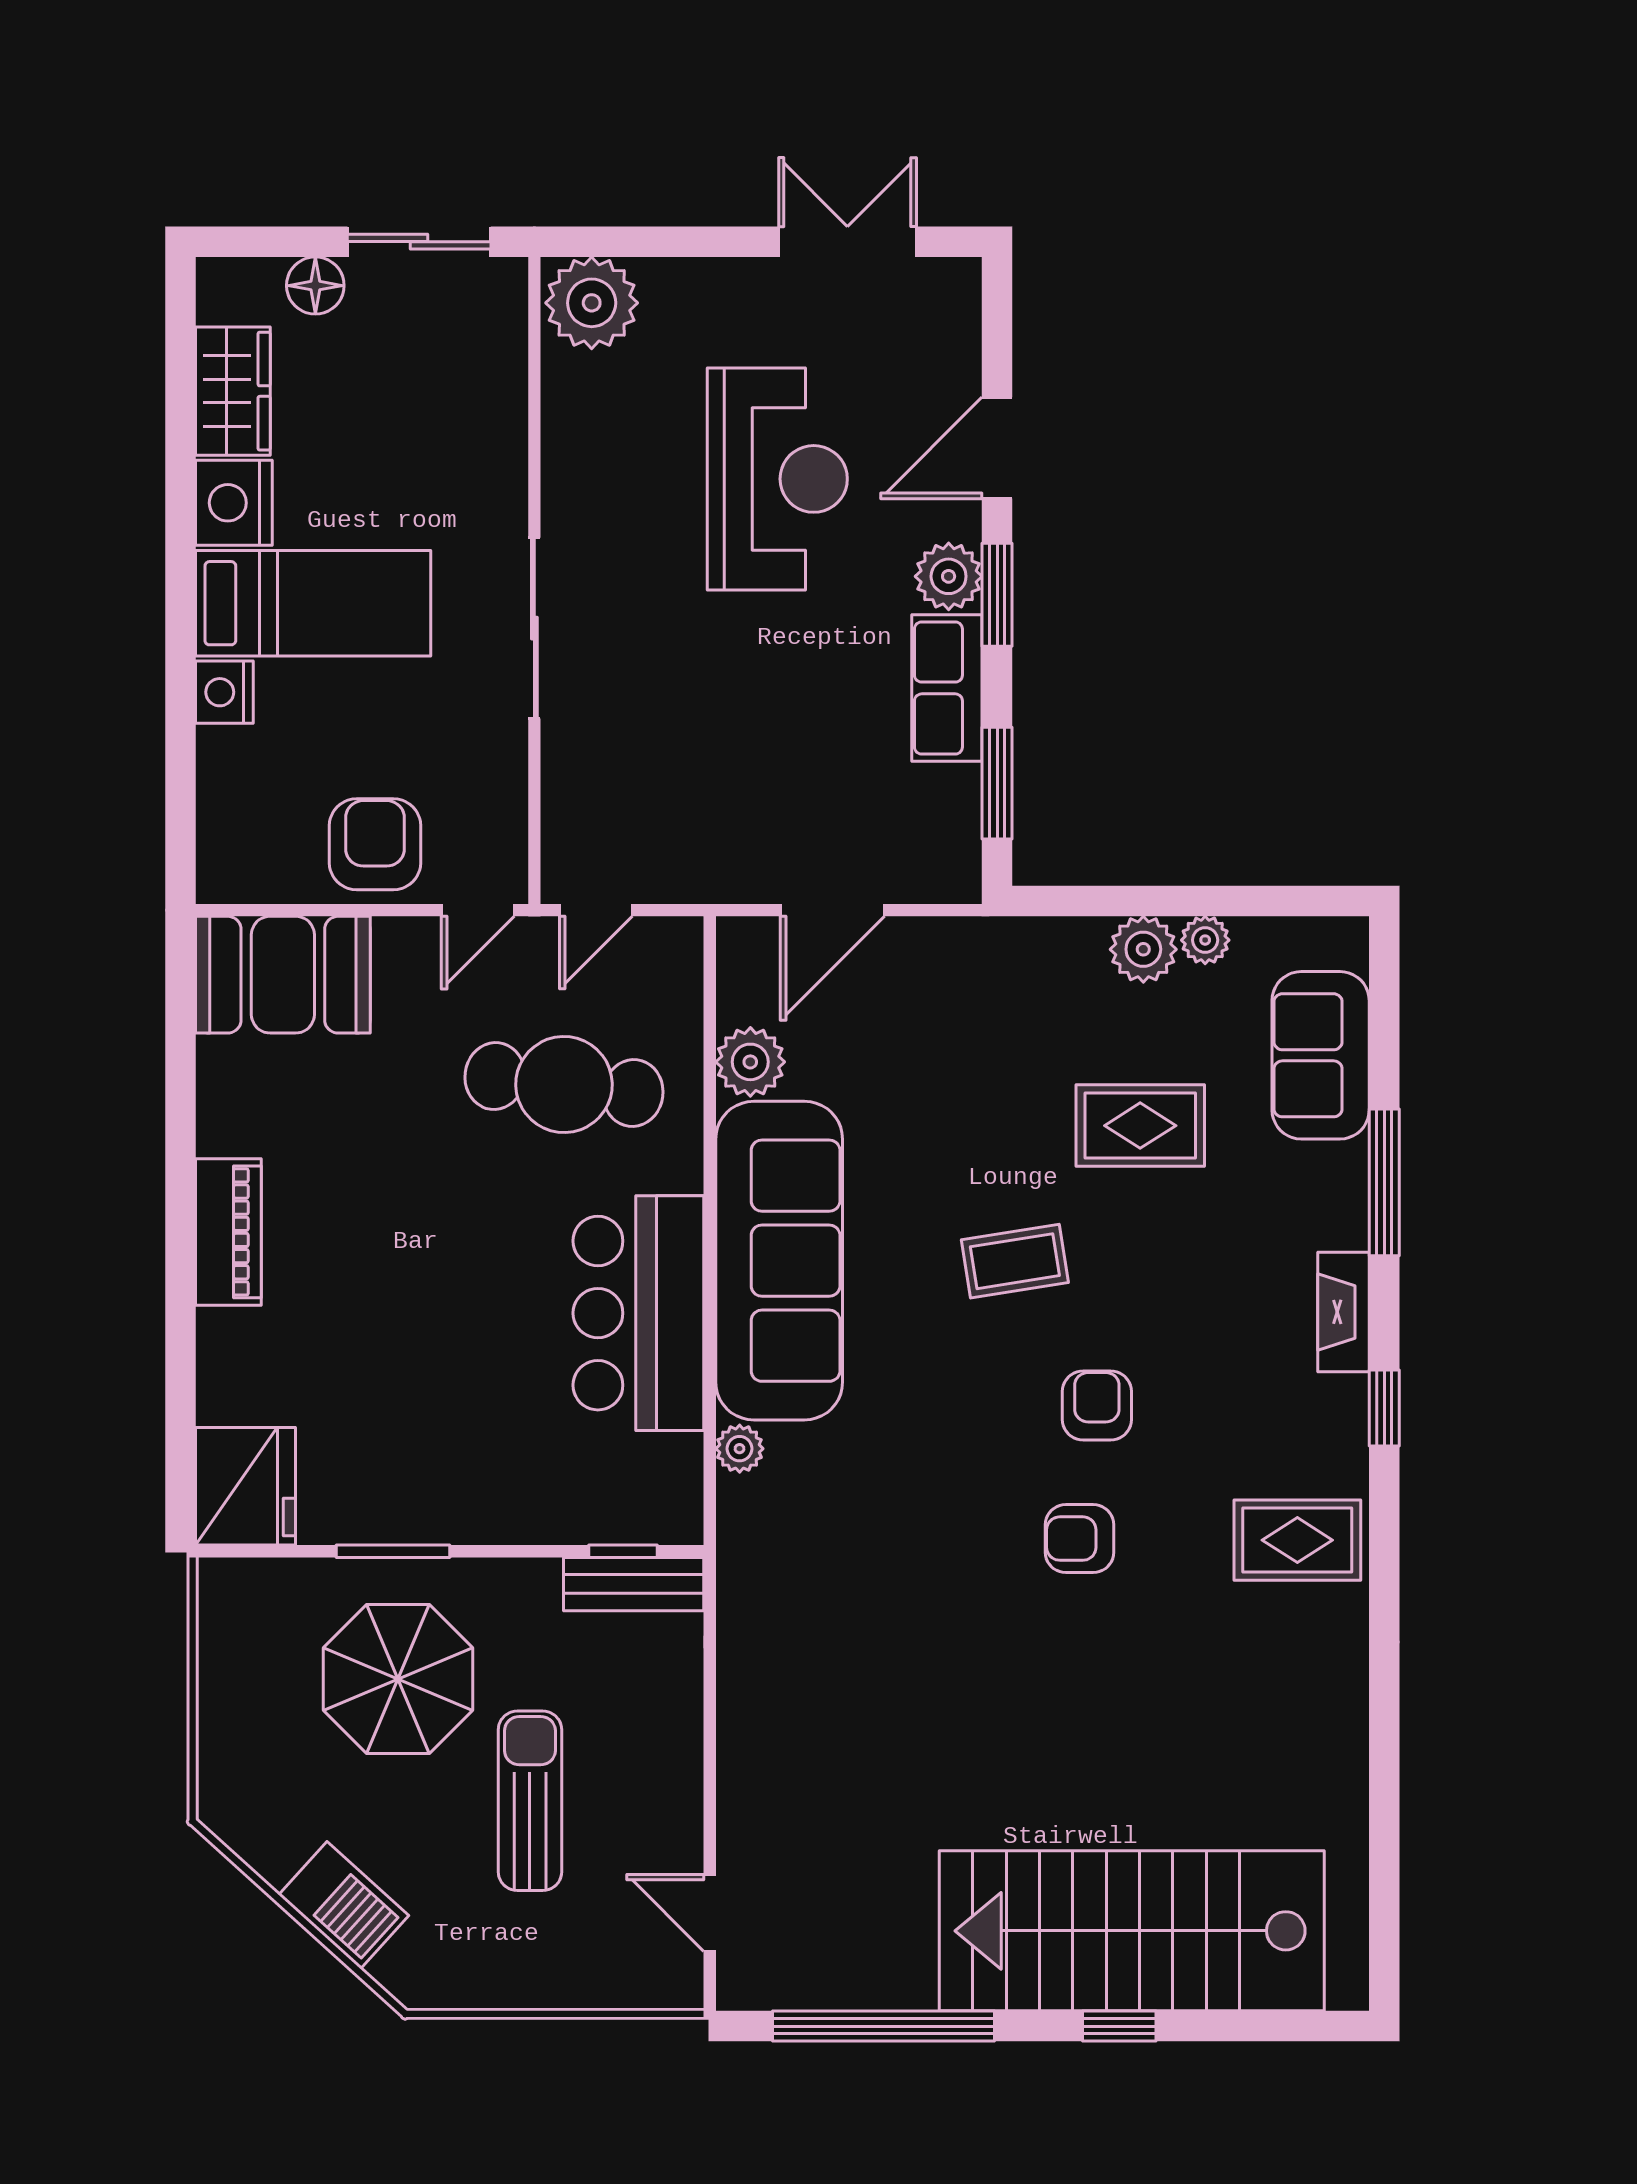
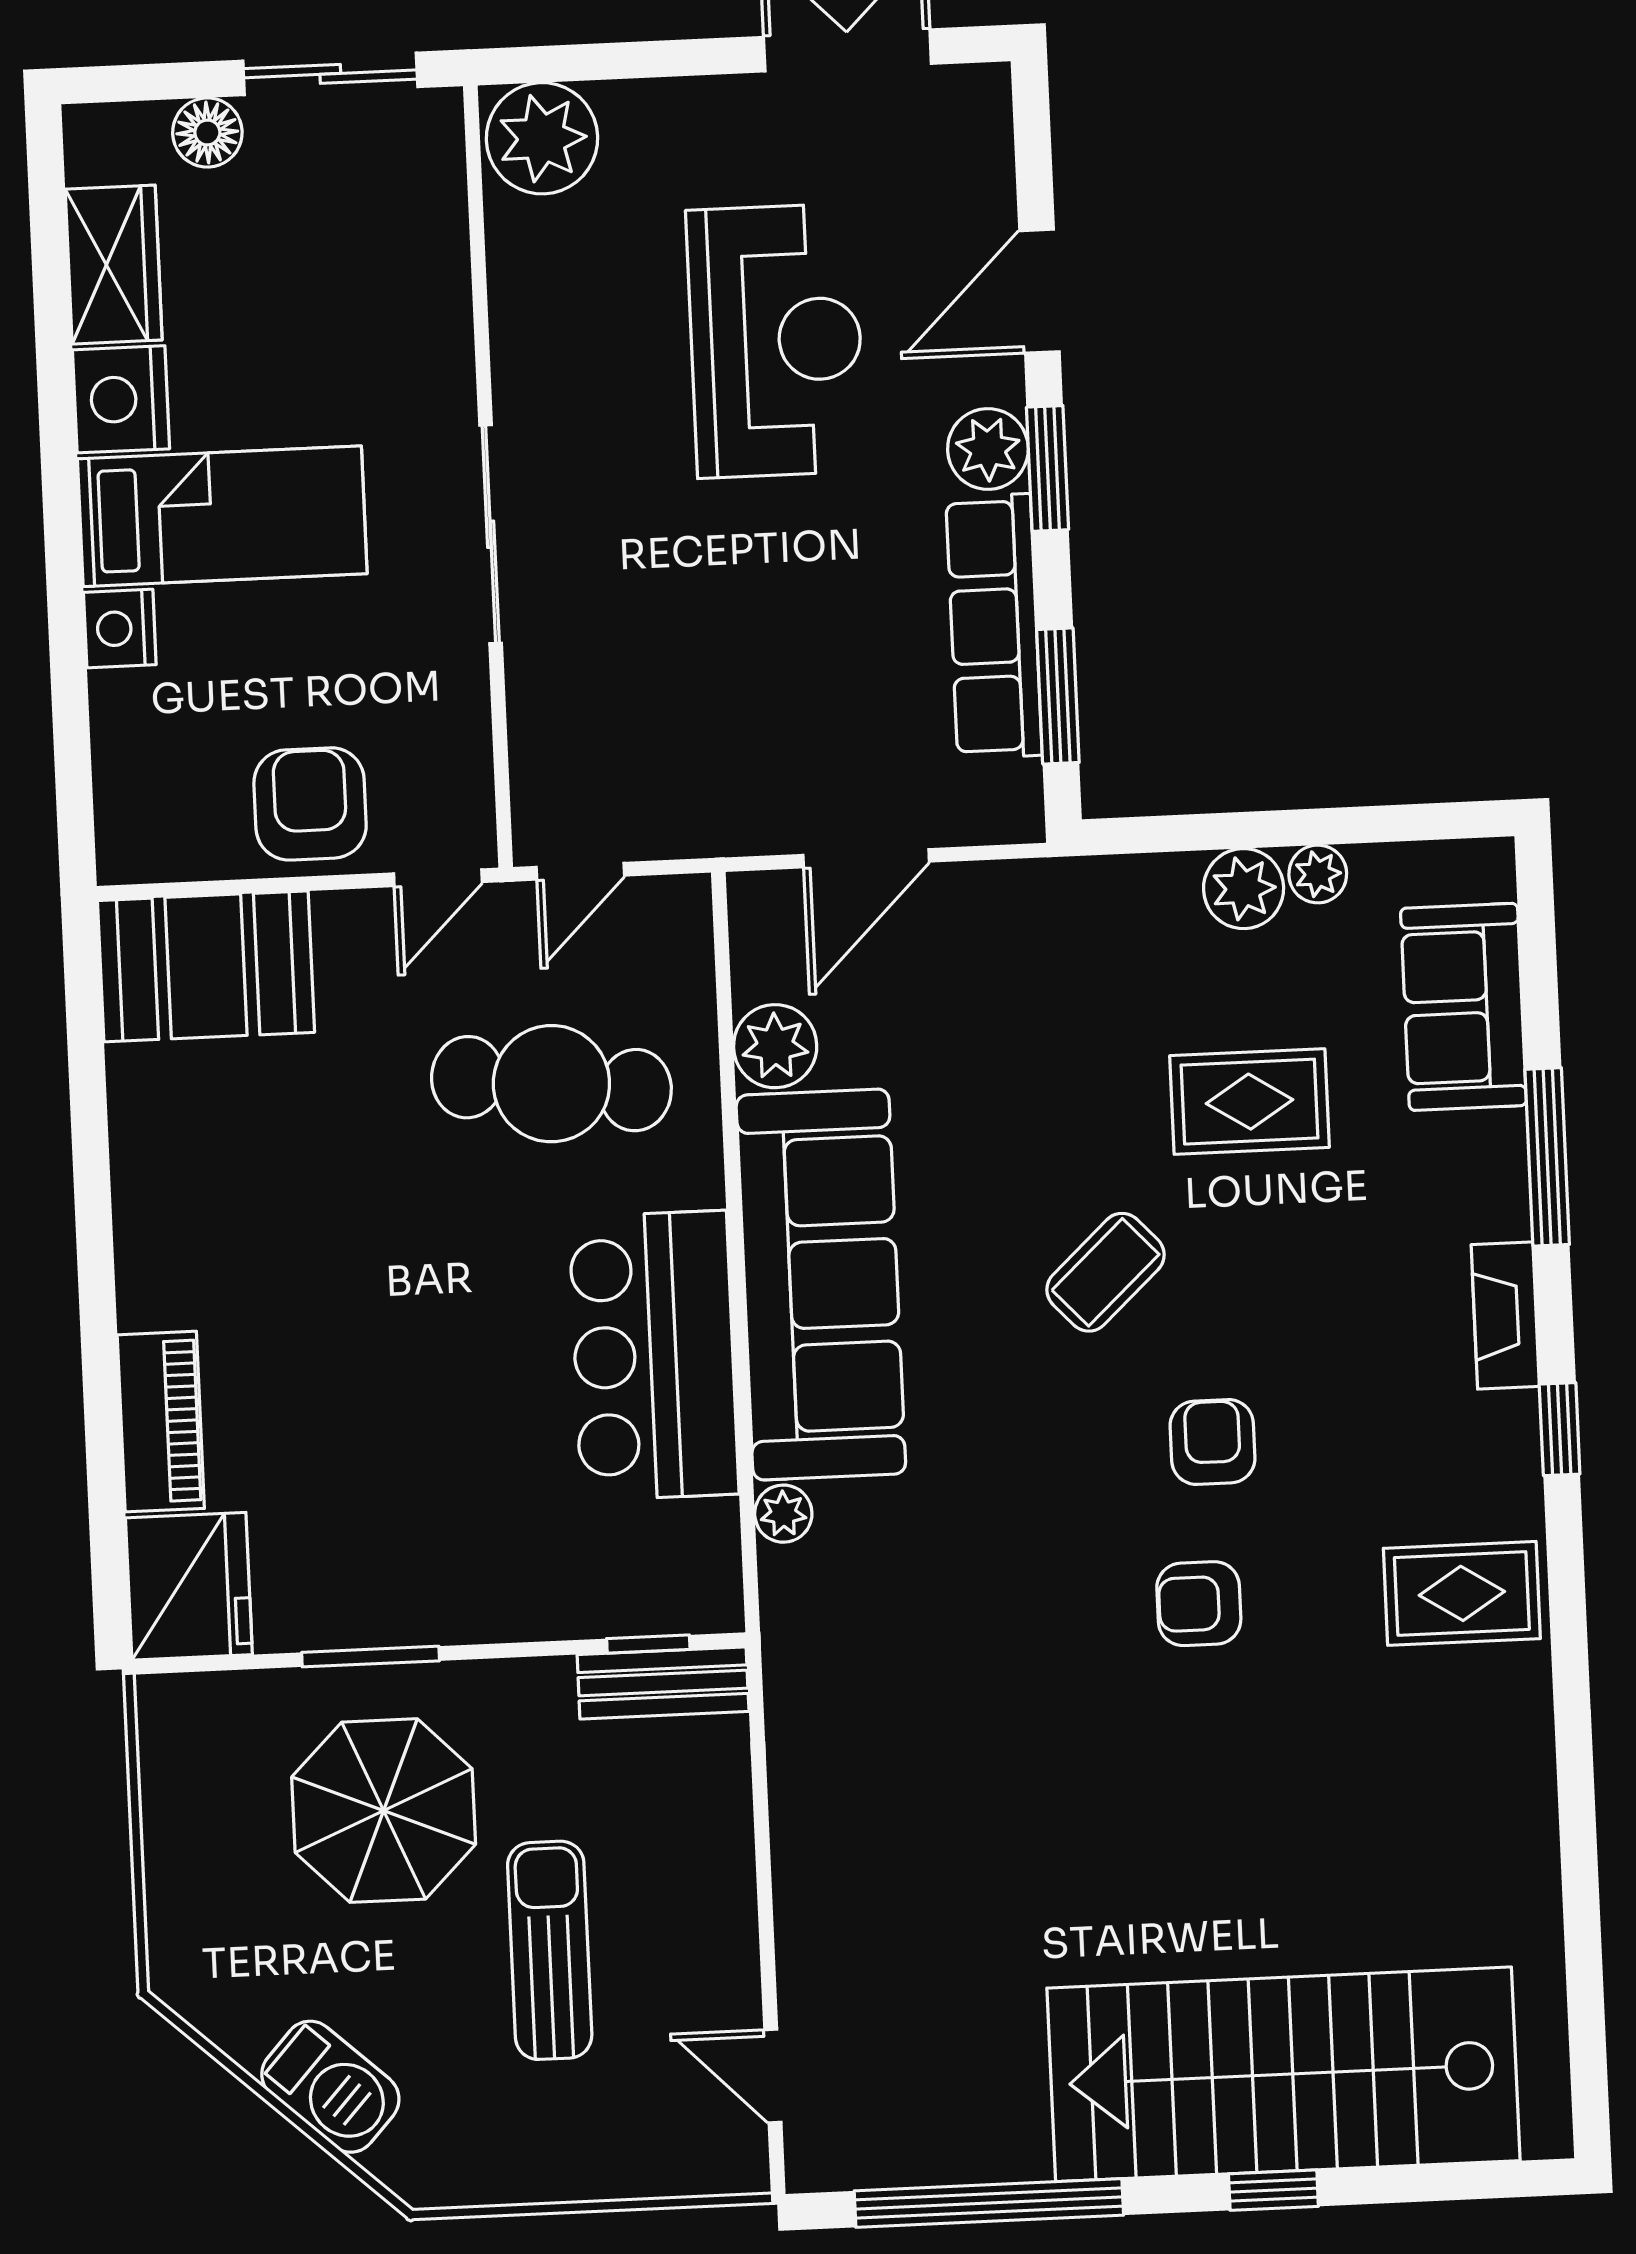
row of seats: (947, 688) -> (994, 626), width x1.48
piano: (228, 1232) -> (161, 1422), moved
coffee table: (1015, 1261) -> (1106, 1272), turned -34

